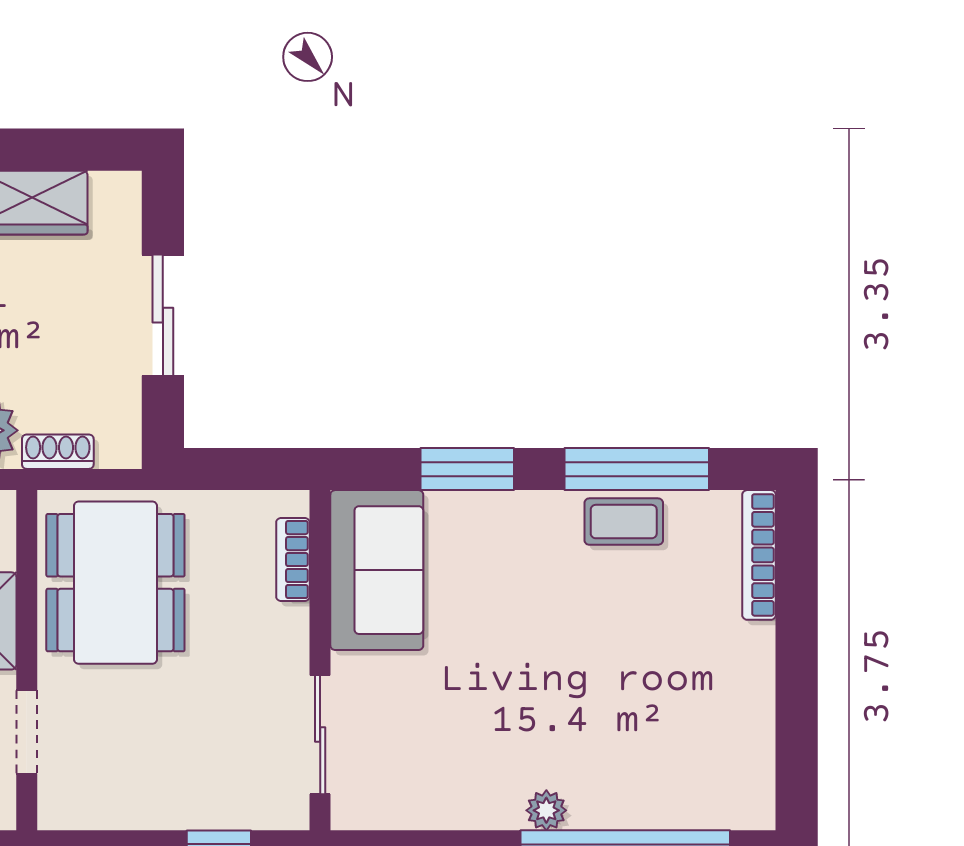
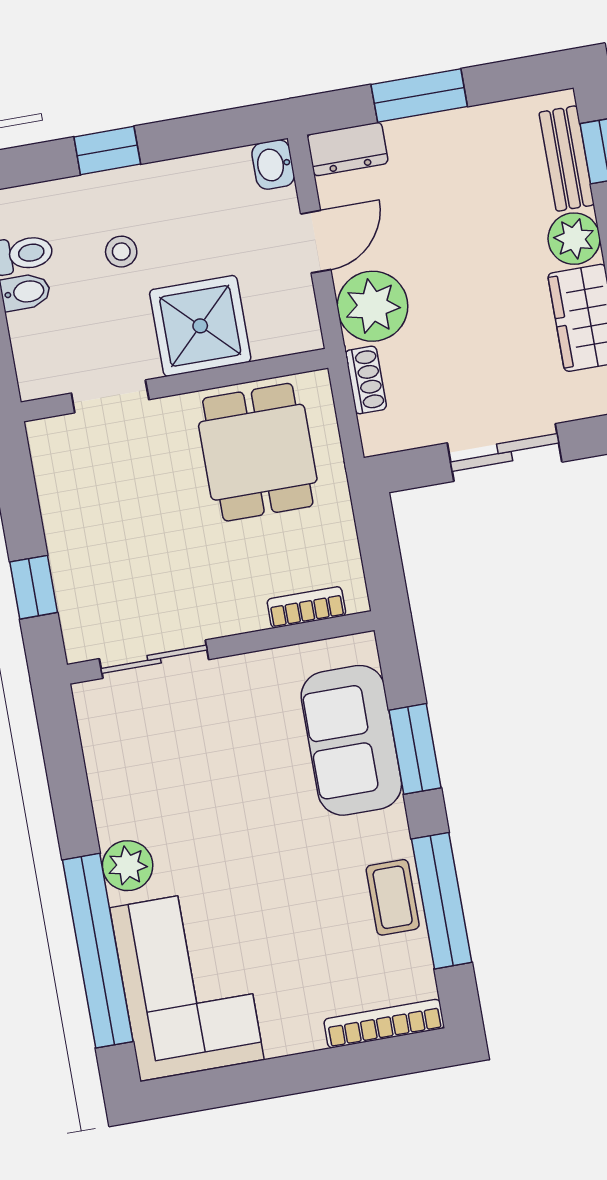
sofa: (377, 570) -> (351, 740), moved, turned 90
dining table: (115, 583) -> (258, 452), width x0.73
corner sofa: (678, 761) -> (187, 984), added
plant: (546, 810) -> (128, 866), width x1.38, depth x1.38

